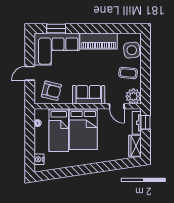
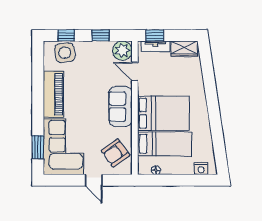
window: (146, 51) -> (66, 35), added
coffee table: (128, 73) -> (93, 57), removed
window: (146, 79) -> (100, 35), added
armchair: (51, 91) -> (115, 153), turned -140
door: (117, 106) -> (135, 71), swing flipped

